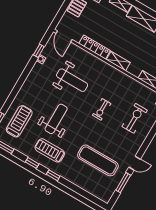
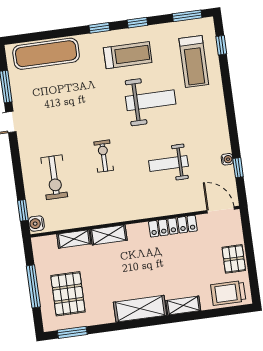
shelving: (118, 61) -> (109, 235), moved
weight bench: (72, 80) -> (168, 164), width x0.73, depth x0.75
weight bench: (56, 119) -> (151, 100), turned -90
exercise mat: (98, 160) -> (46, 54), moved

